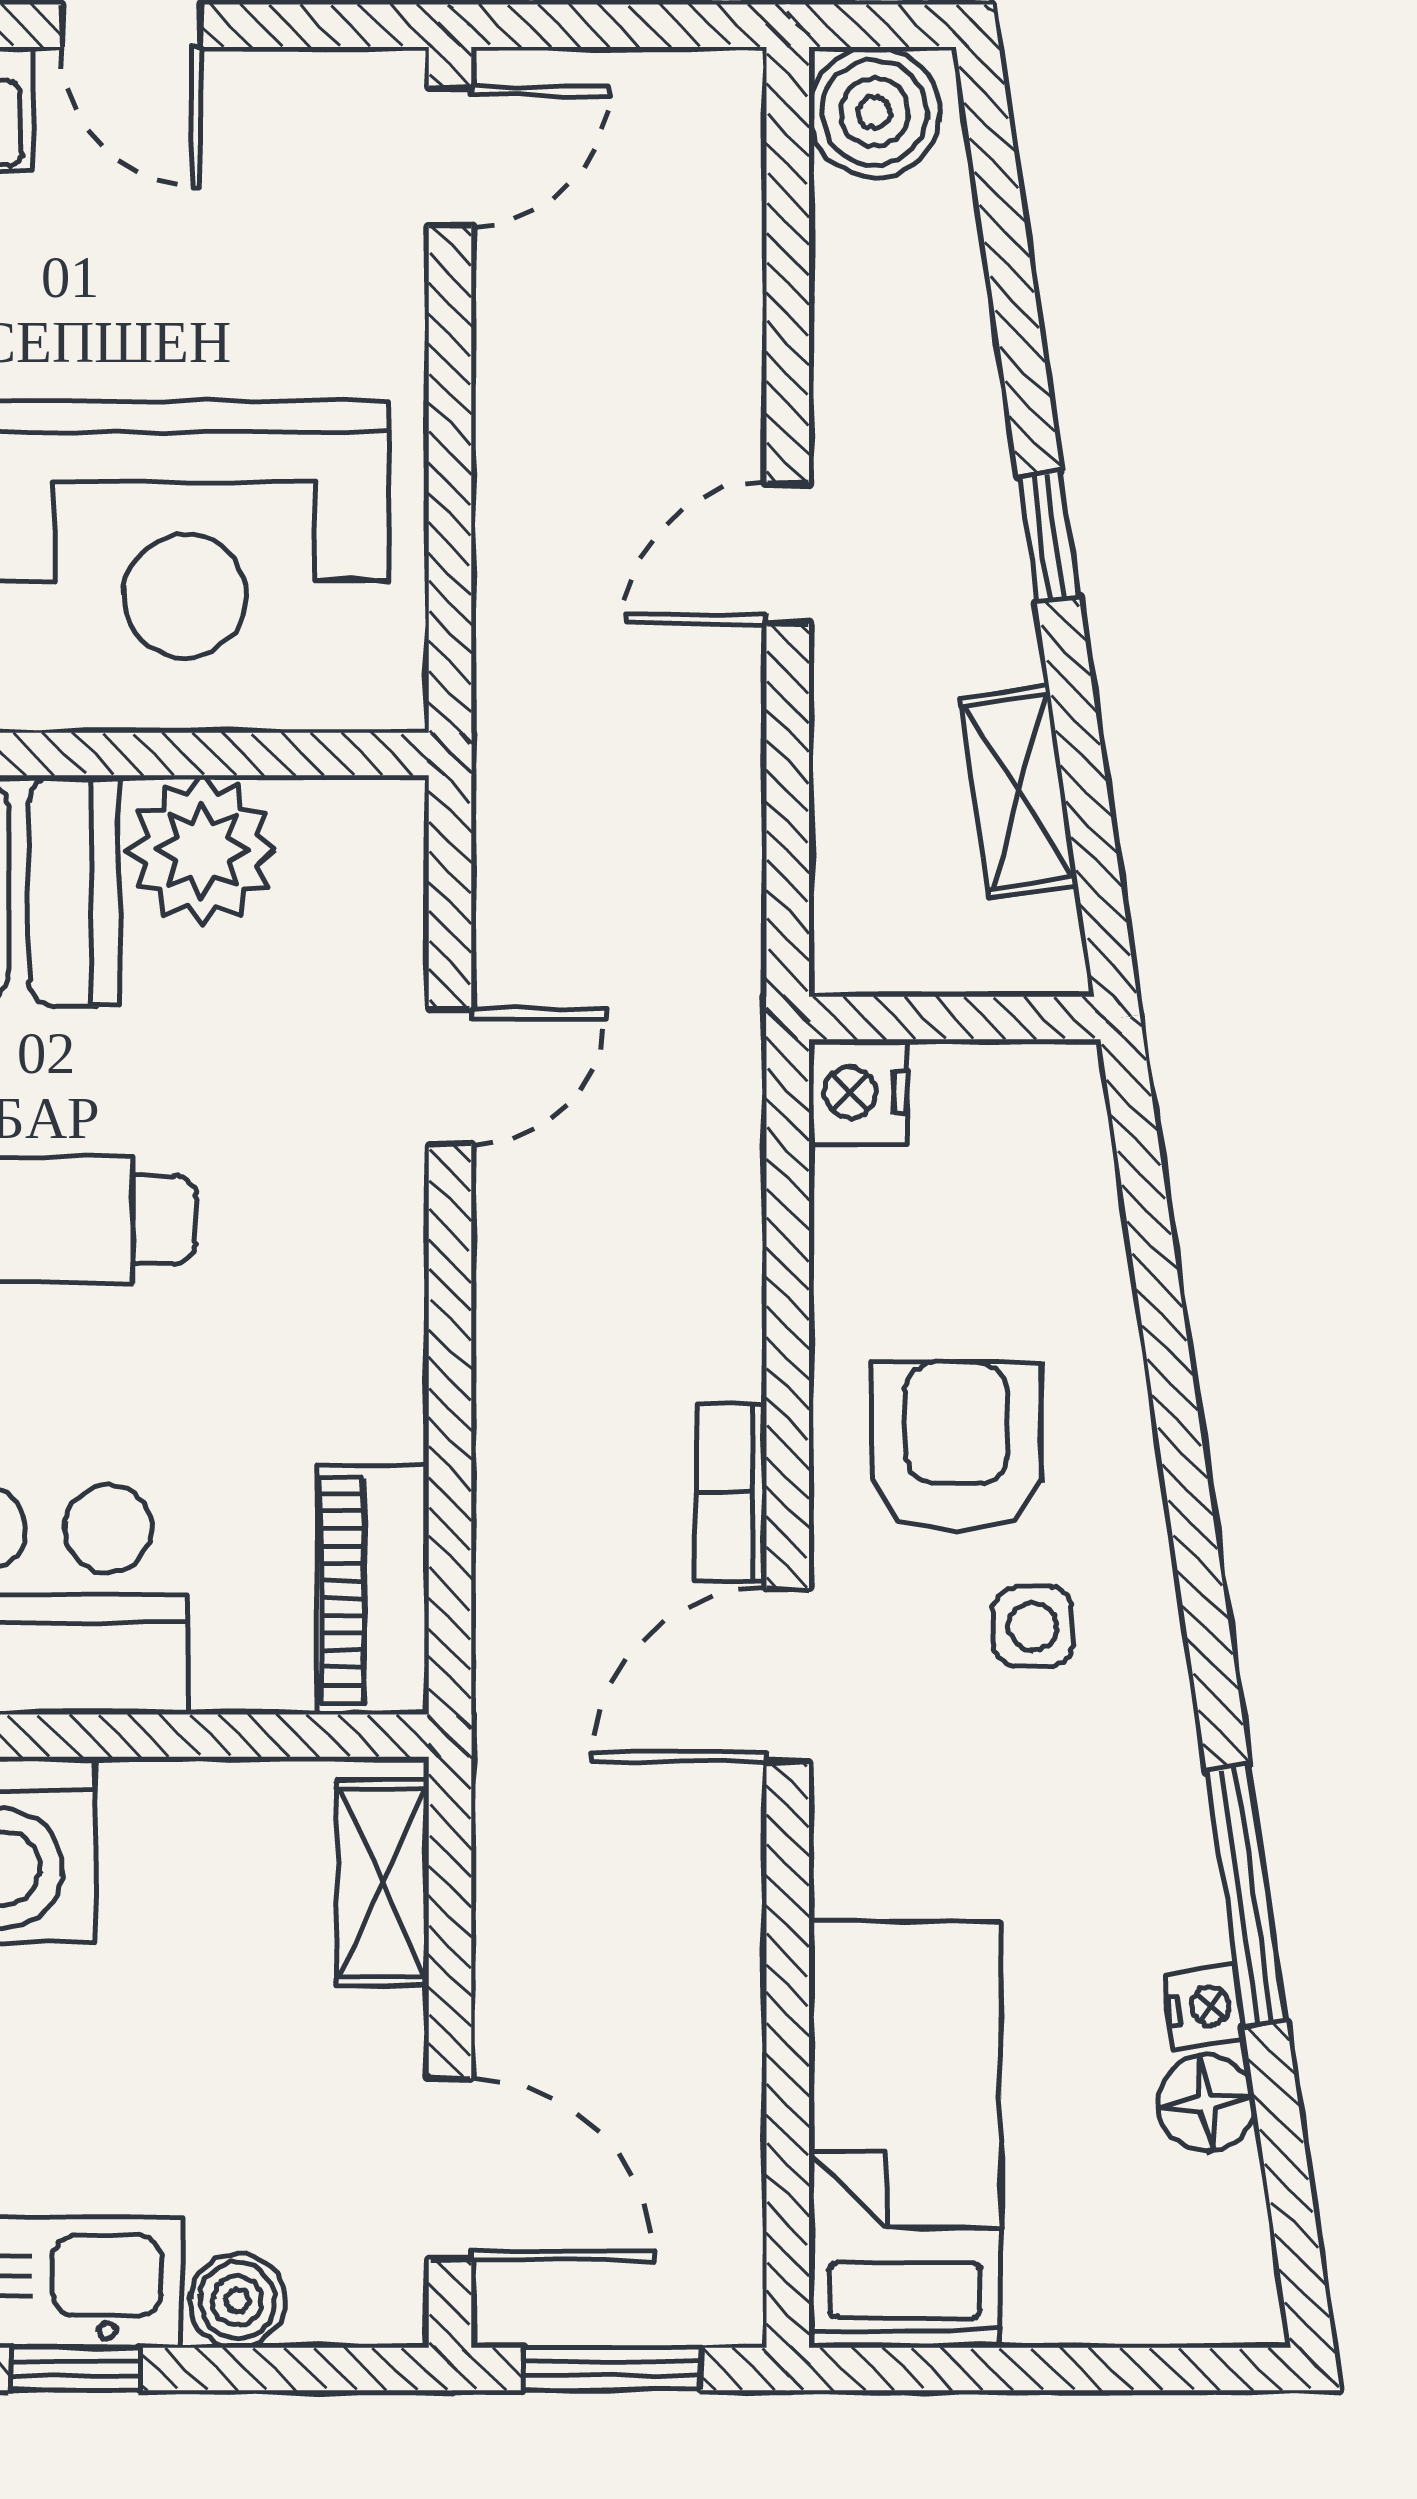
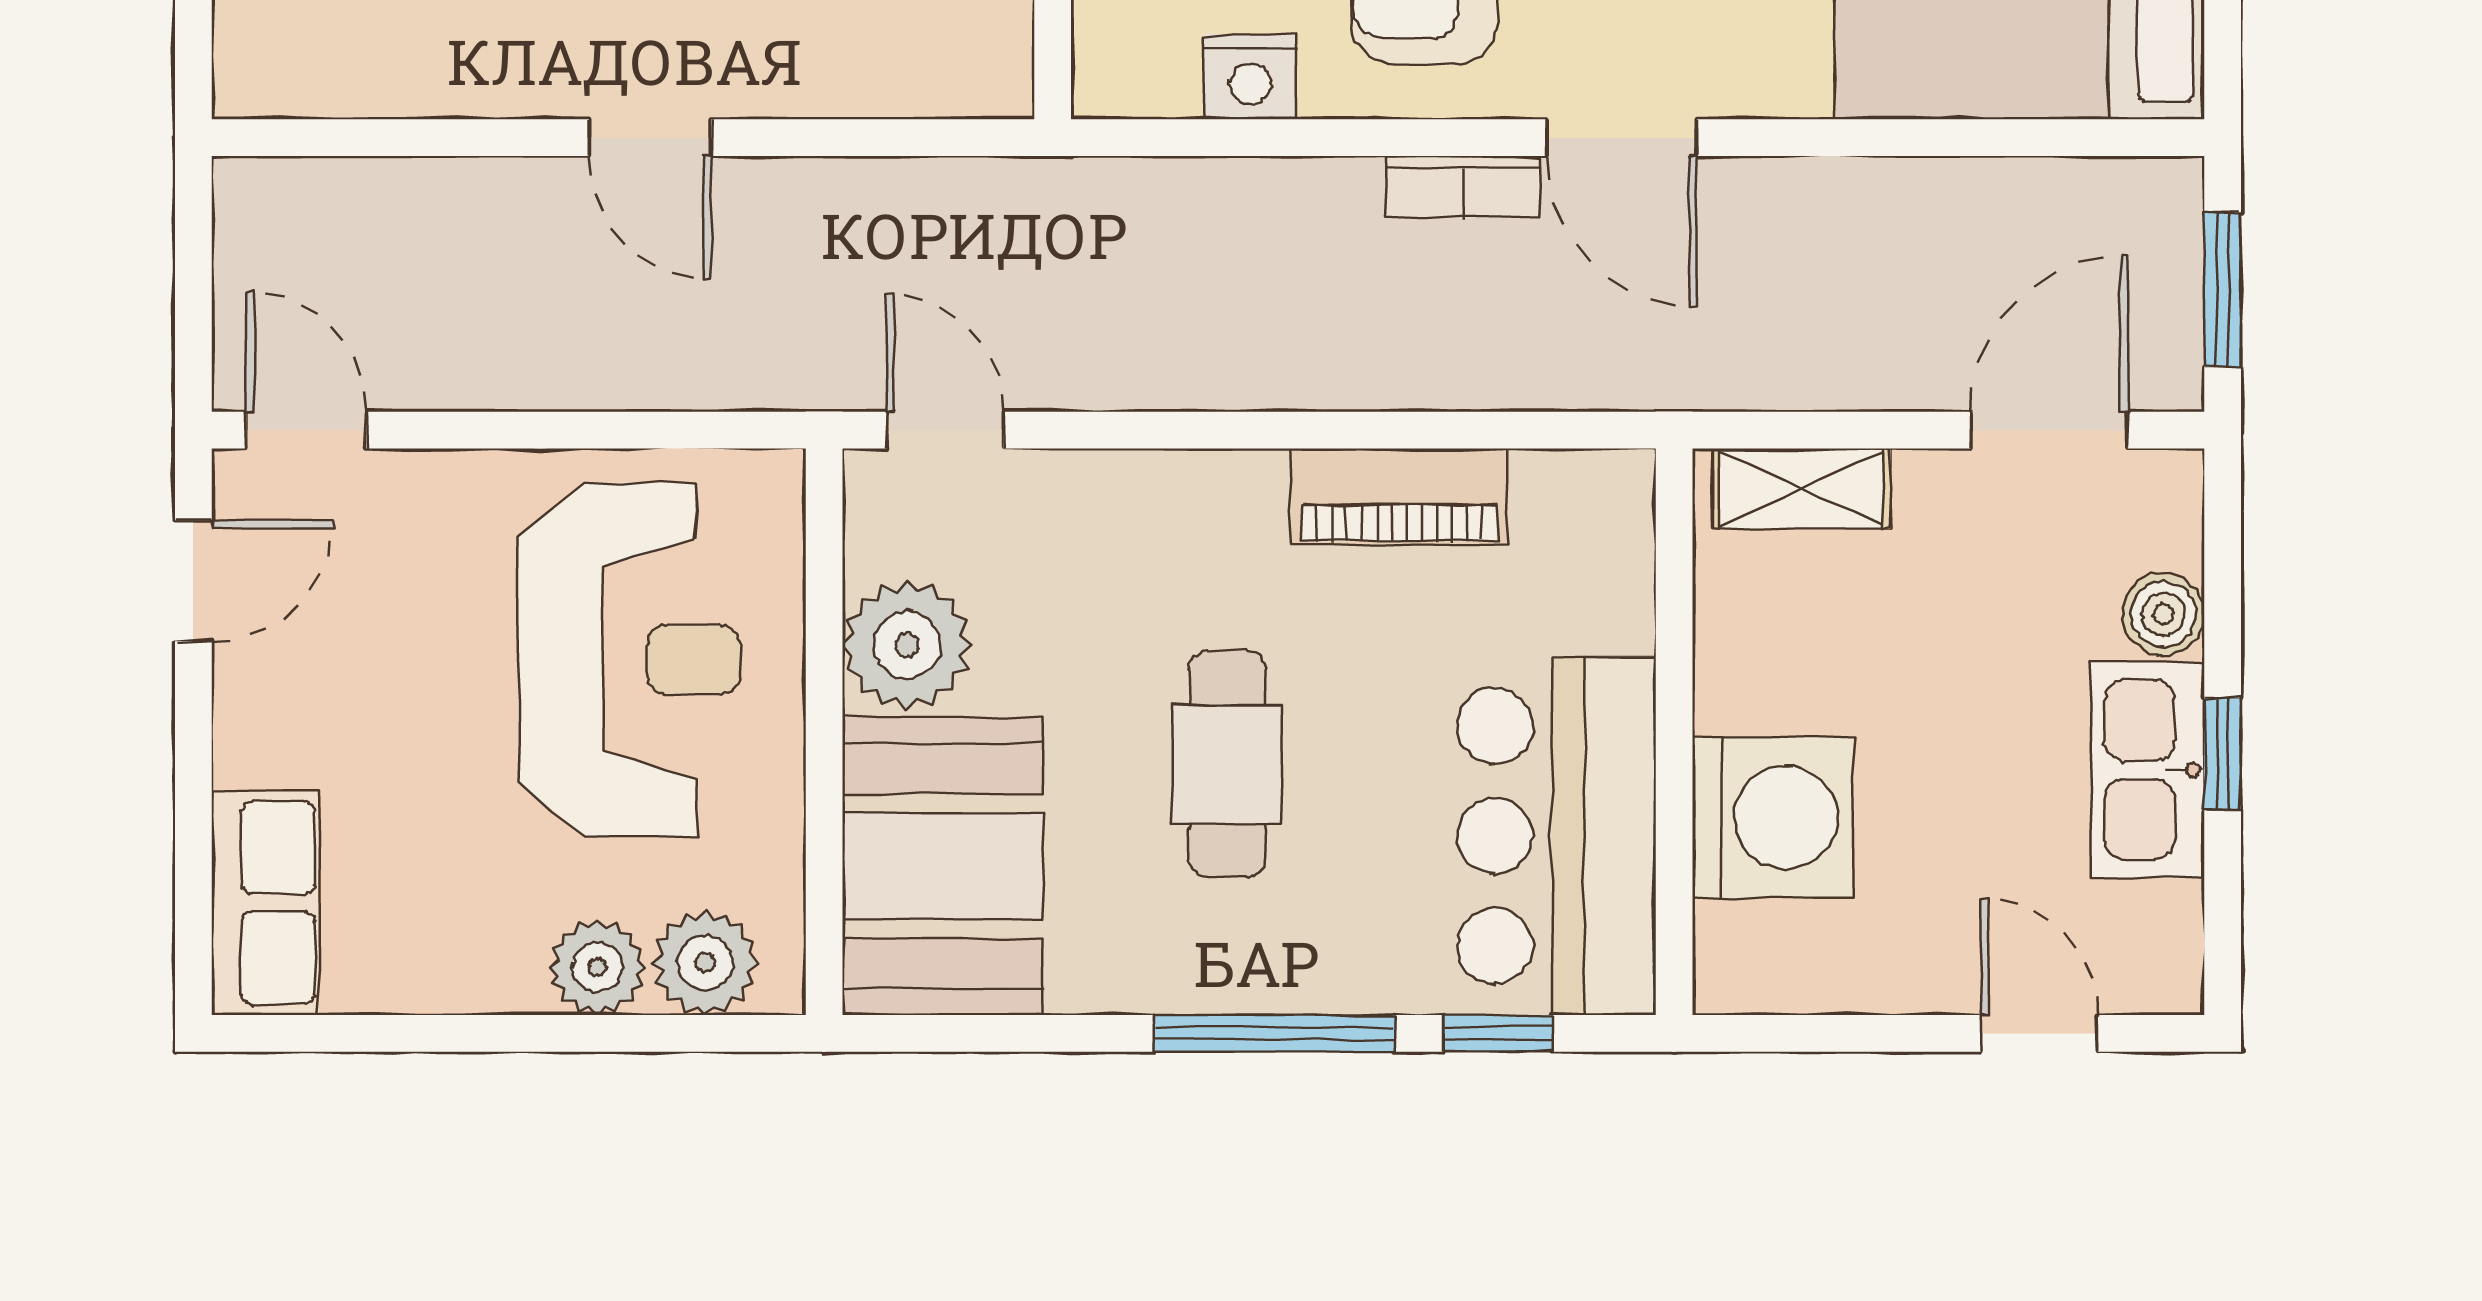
door: (131, 26) -> (193, 581), moved
boiler: (874, 112) -> (268, 63), removed
door: (450, 1076) -> (945, 430), moved
nightstand: (858, 1092) -> (1250, 77), moved
piano: (373, 1590) -> (1399, 497), moved

